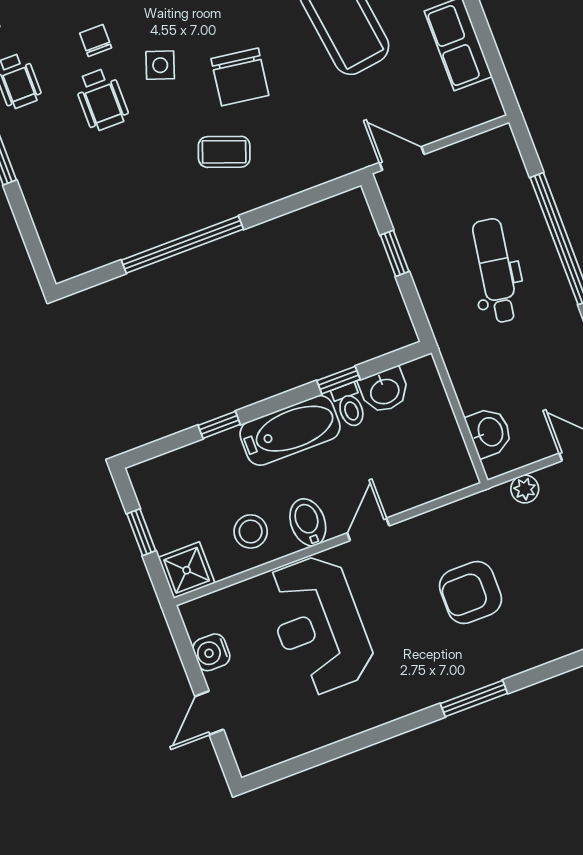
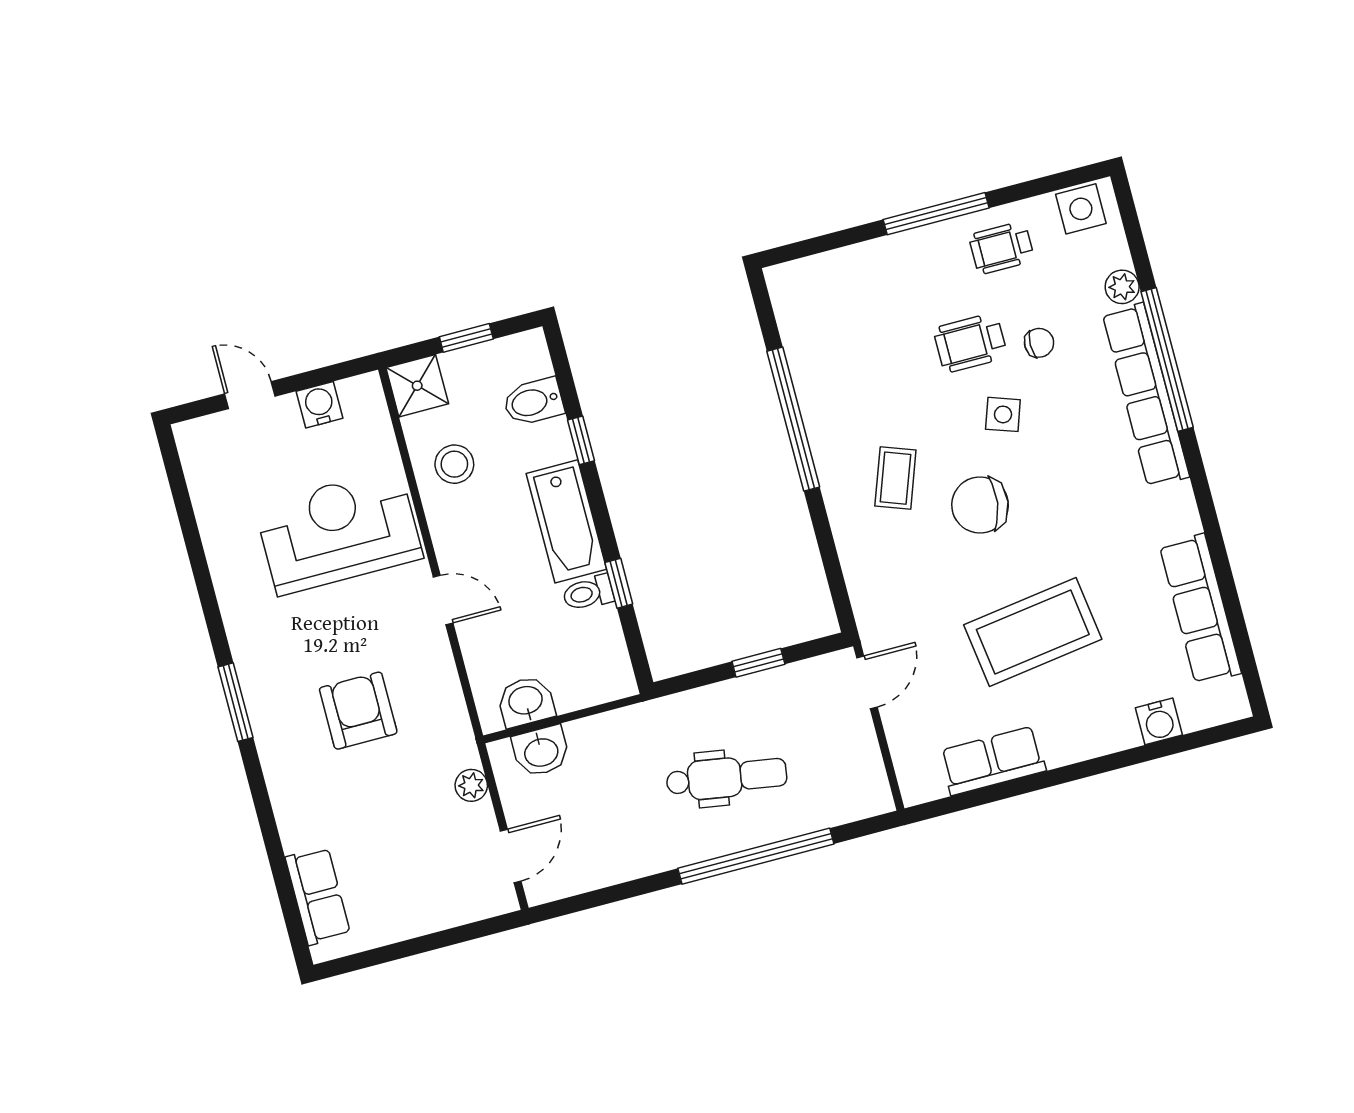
washbasin: (384, 391) -> (526, 701), moved, turned 90
bidet: (308, 522) -> (533, 402), moved, turned 180

